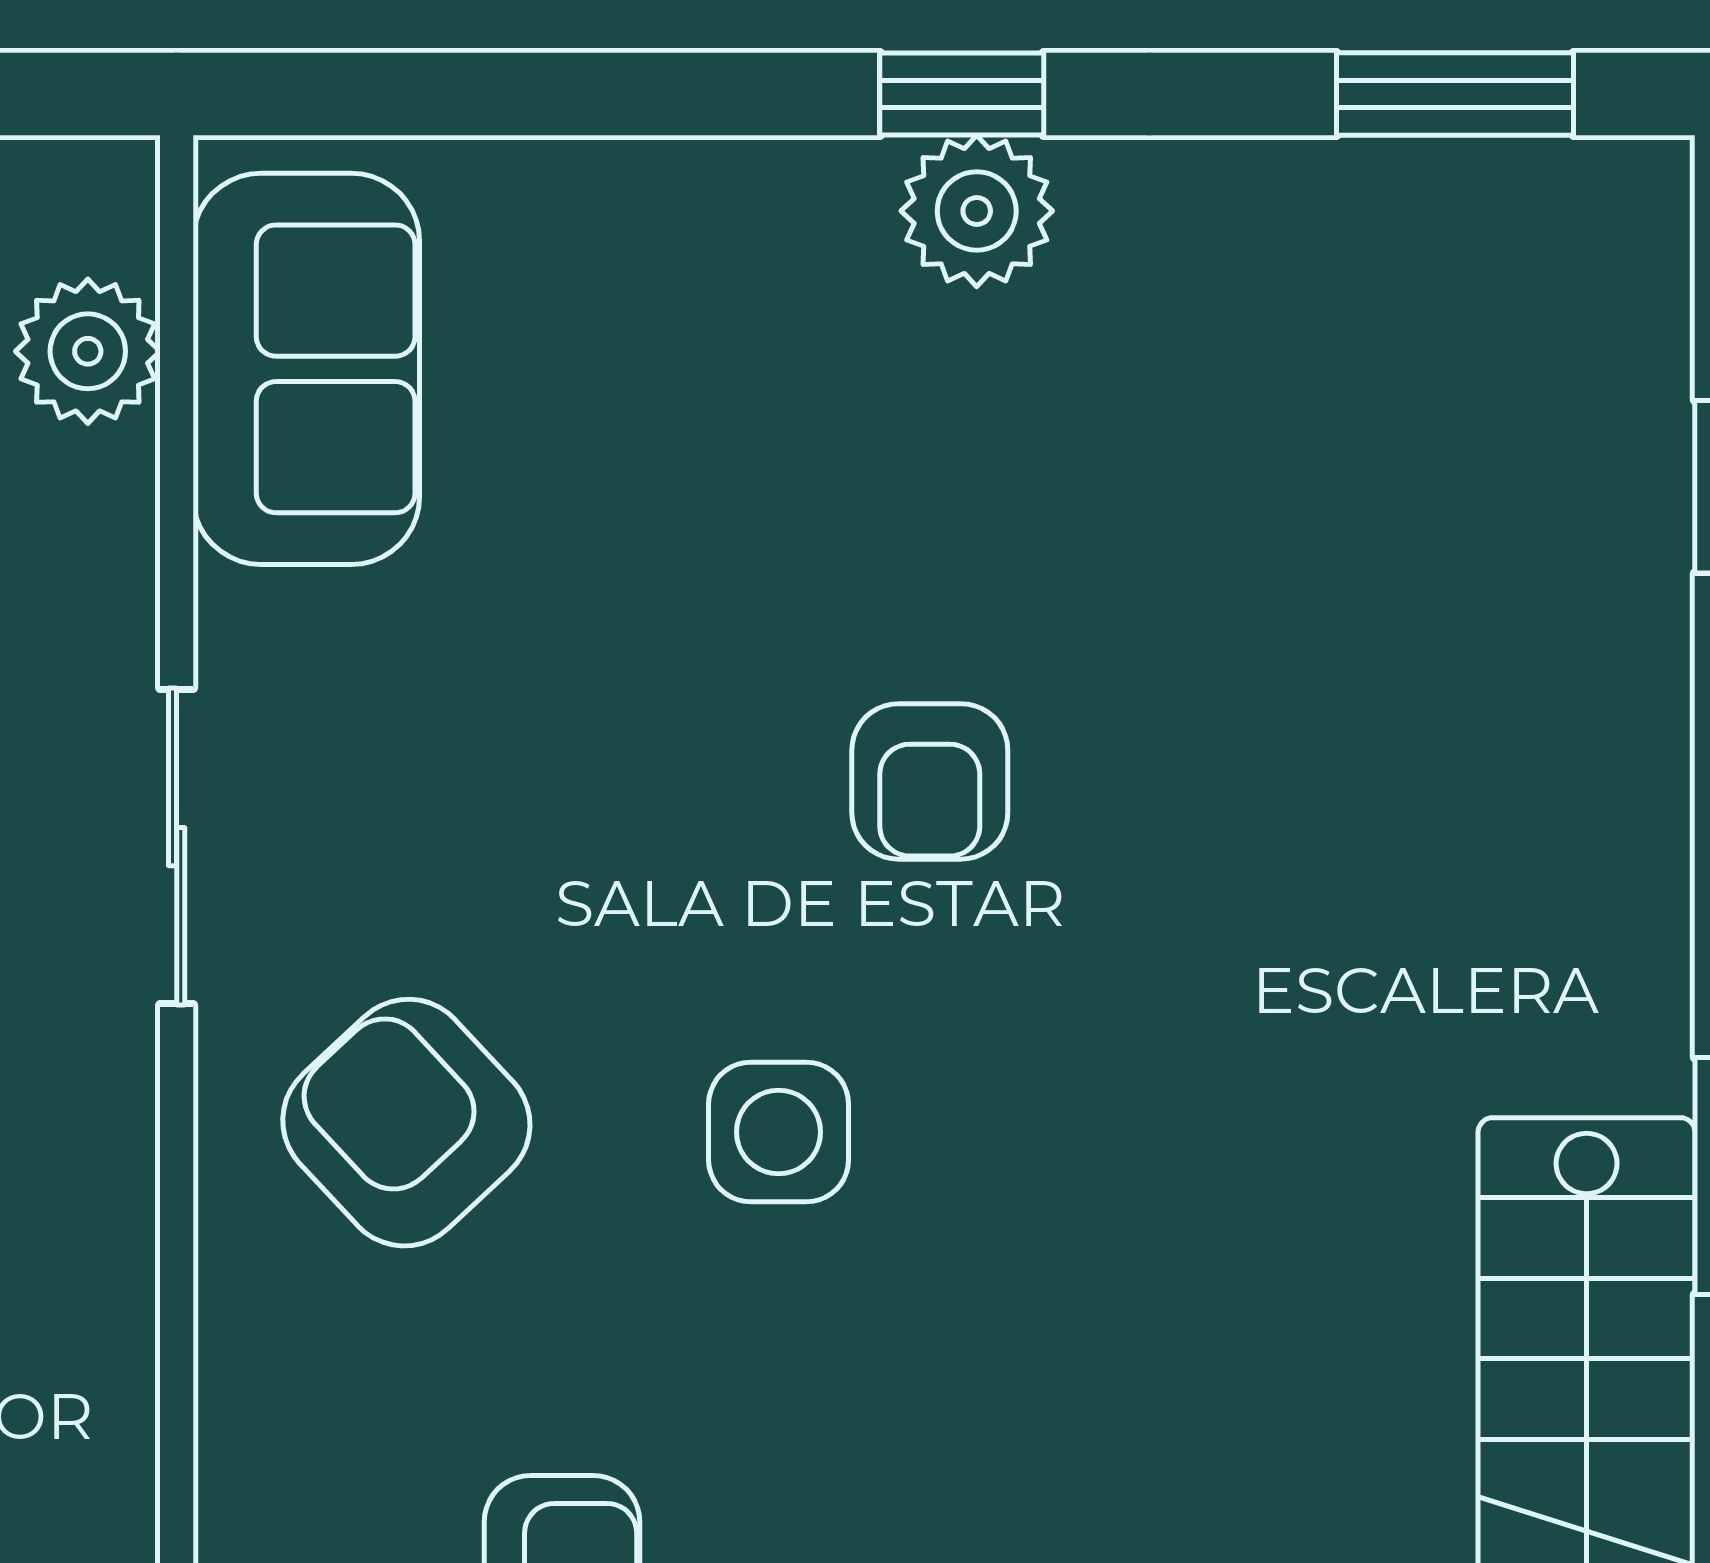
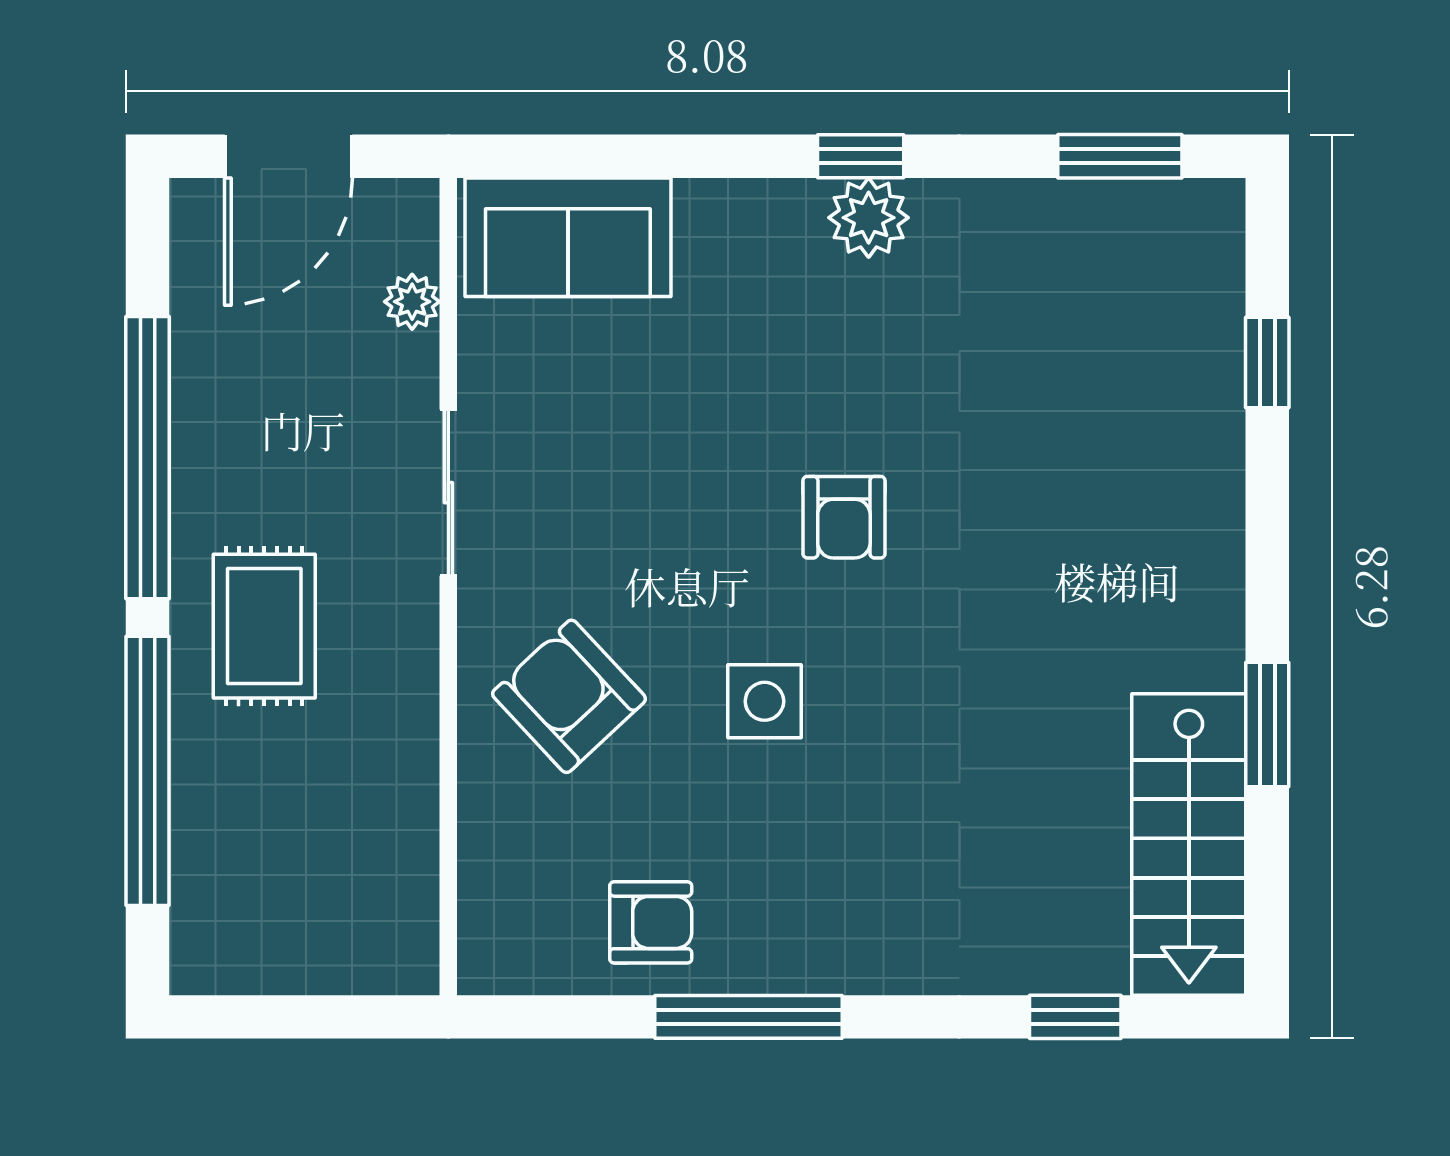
plant: (88, 351) -> (412, 302), width x0.73, depth x0.73
sofa: (306, 369) -> (568, 237), moved, turned 90
sliding door: (177, 847) -> (448, 493), moved

